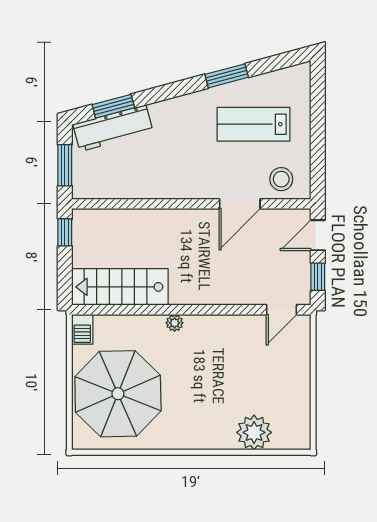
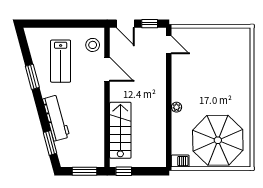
workbench: (113, 128) -> (56, 118), moved
stairs: (120, 287) -> (120, 130), moved, turned 180
plant: (254, 432) -> (240, 61), removed

